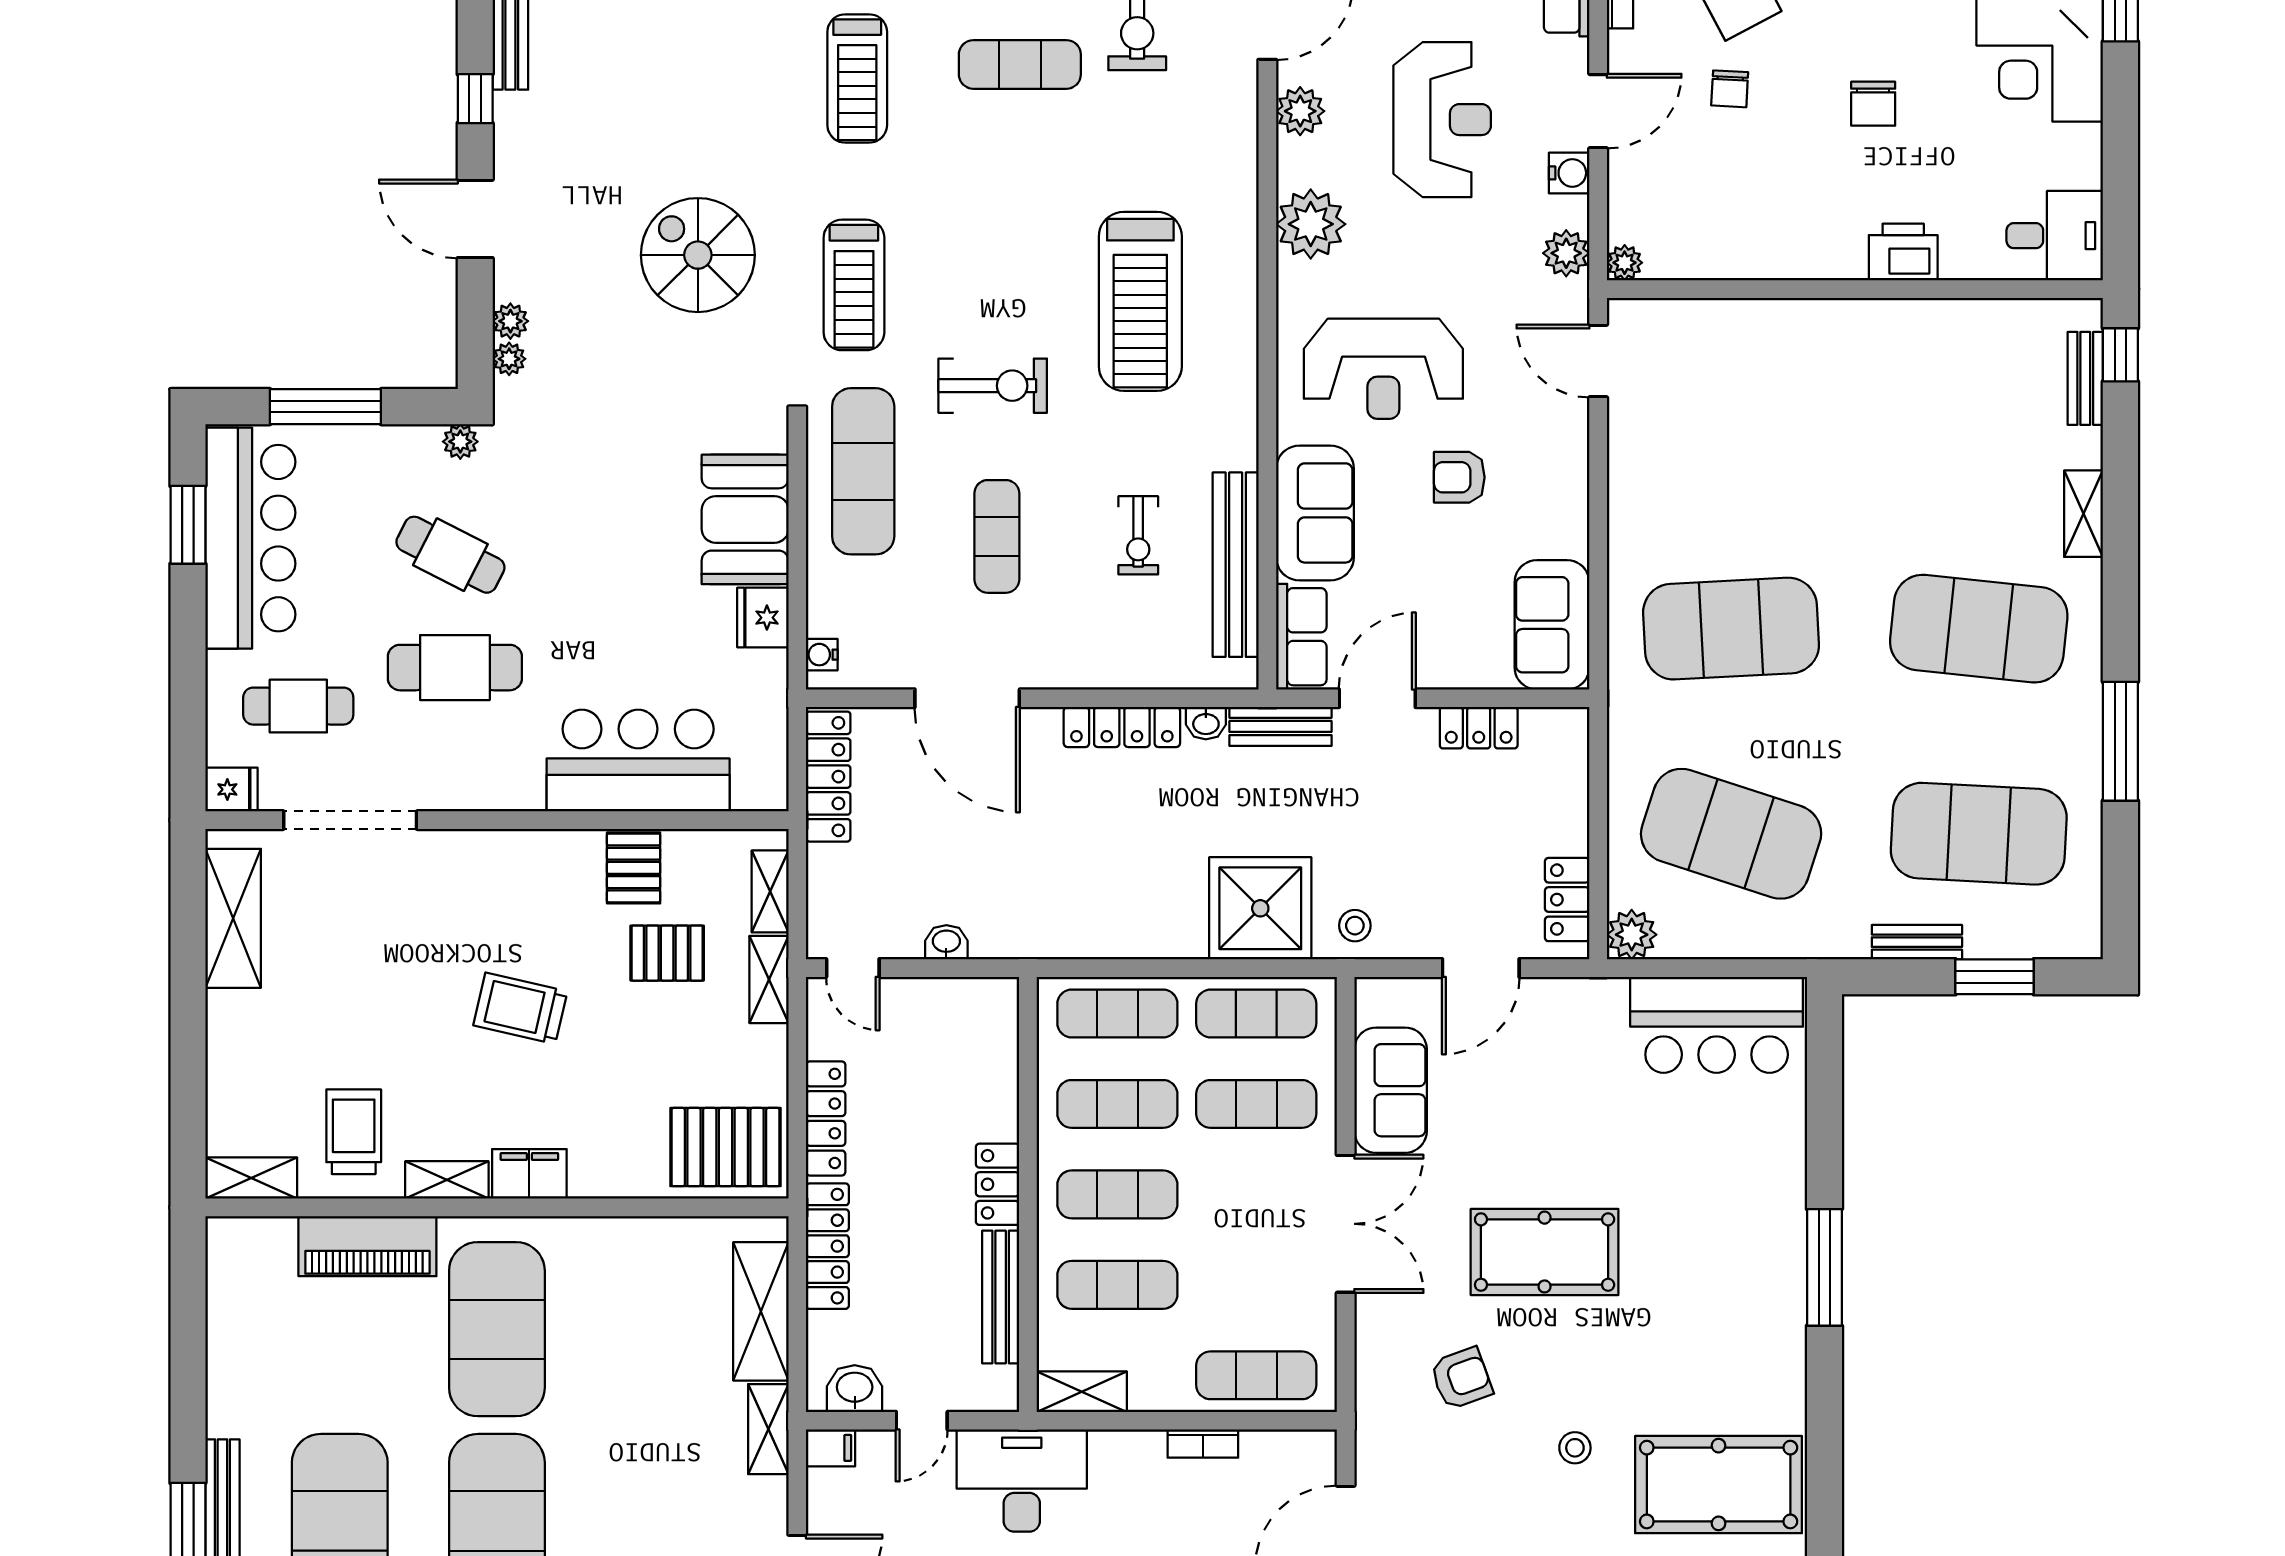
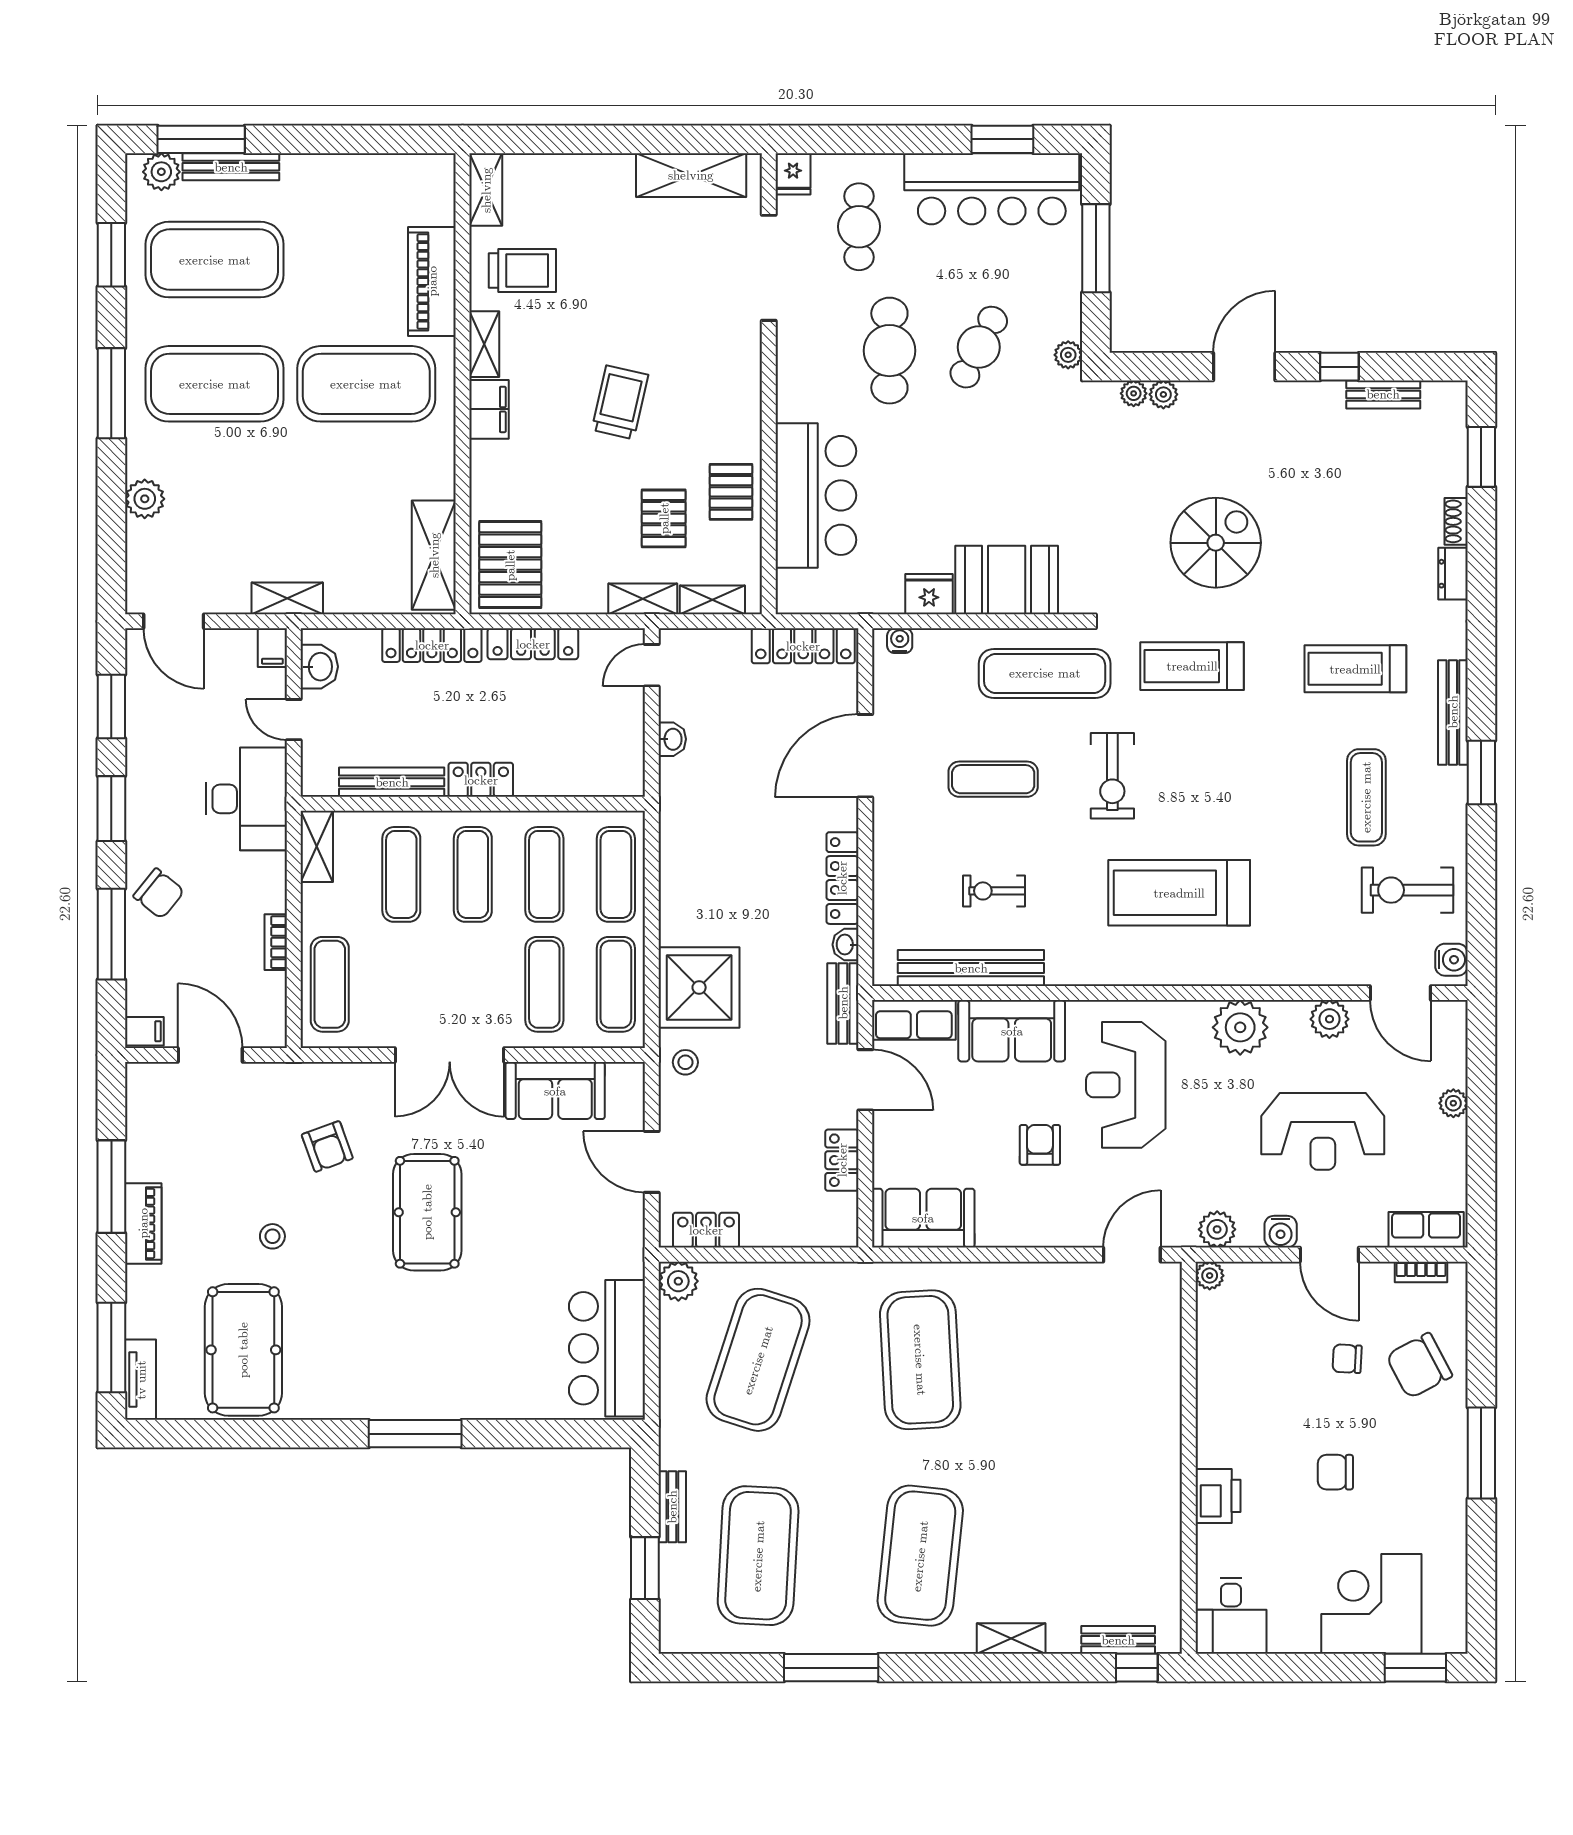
pallet: (634, 868) -> (731, 492), turned 90
shelving: (761, 1311) -> (434, 555), moved, turned 90

